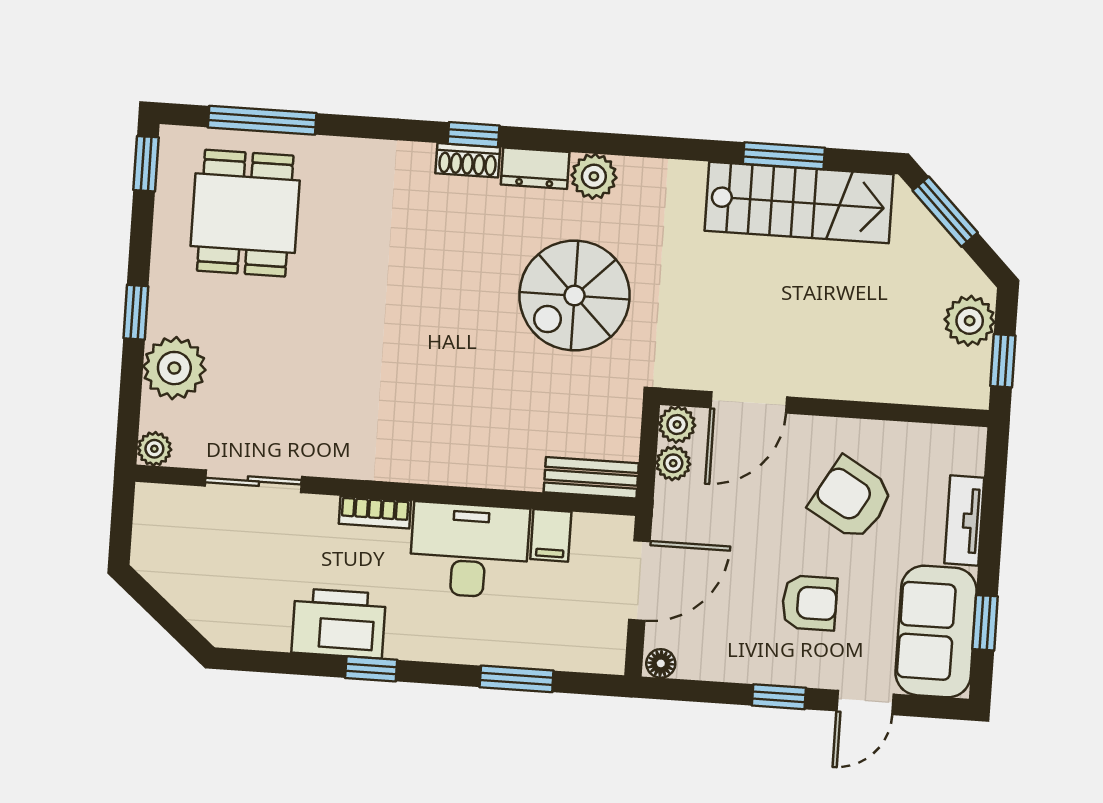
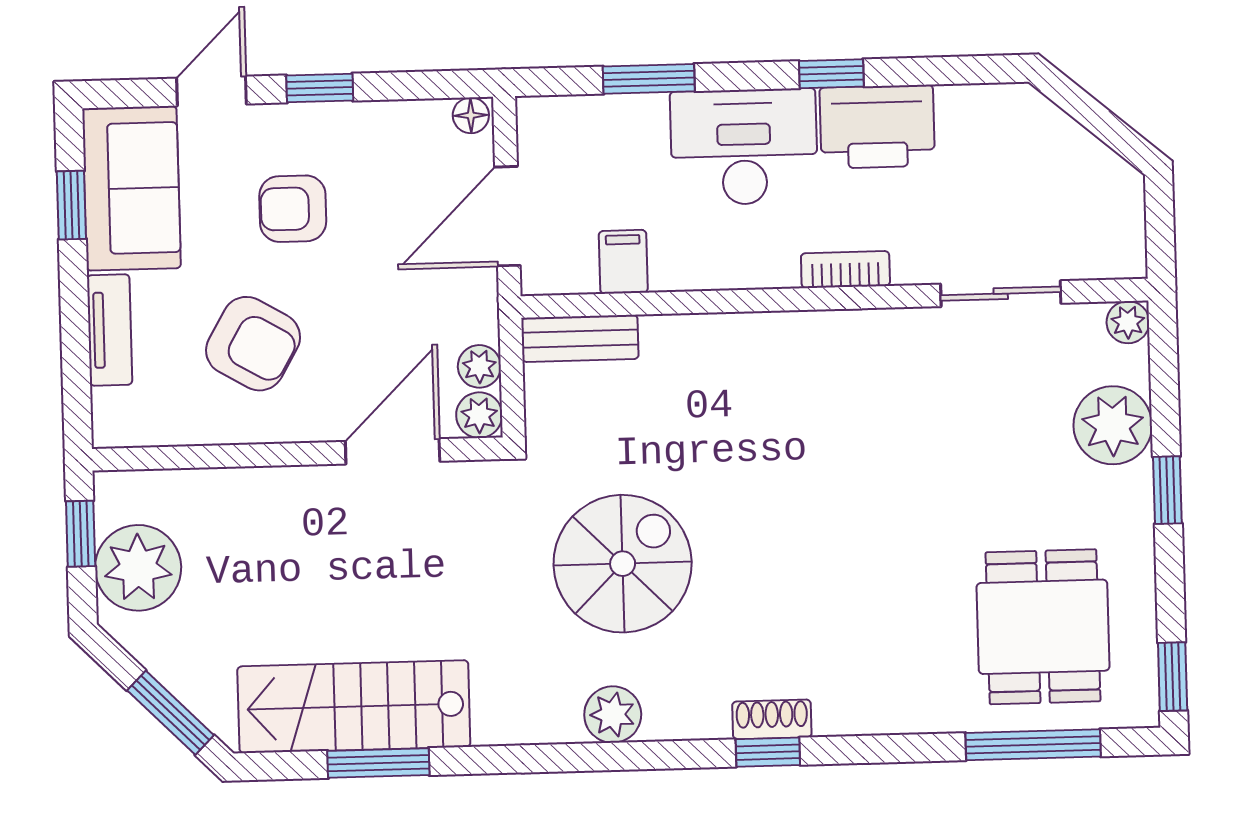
dresser: (535, 168) -> (687, 718), removed
plant: (970, 321) -> (138, 568), width x1.36, depth x1.36
desk: (469, 550) -> (744, 147), moved, turned 180

